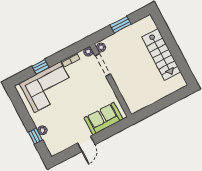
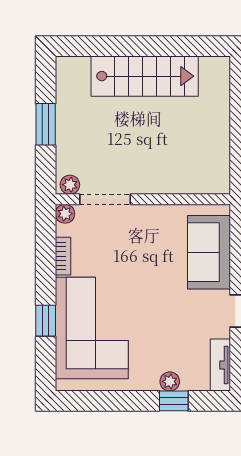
tv unit: (60, 147) -> (220, 365), added

